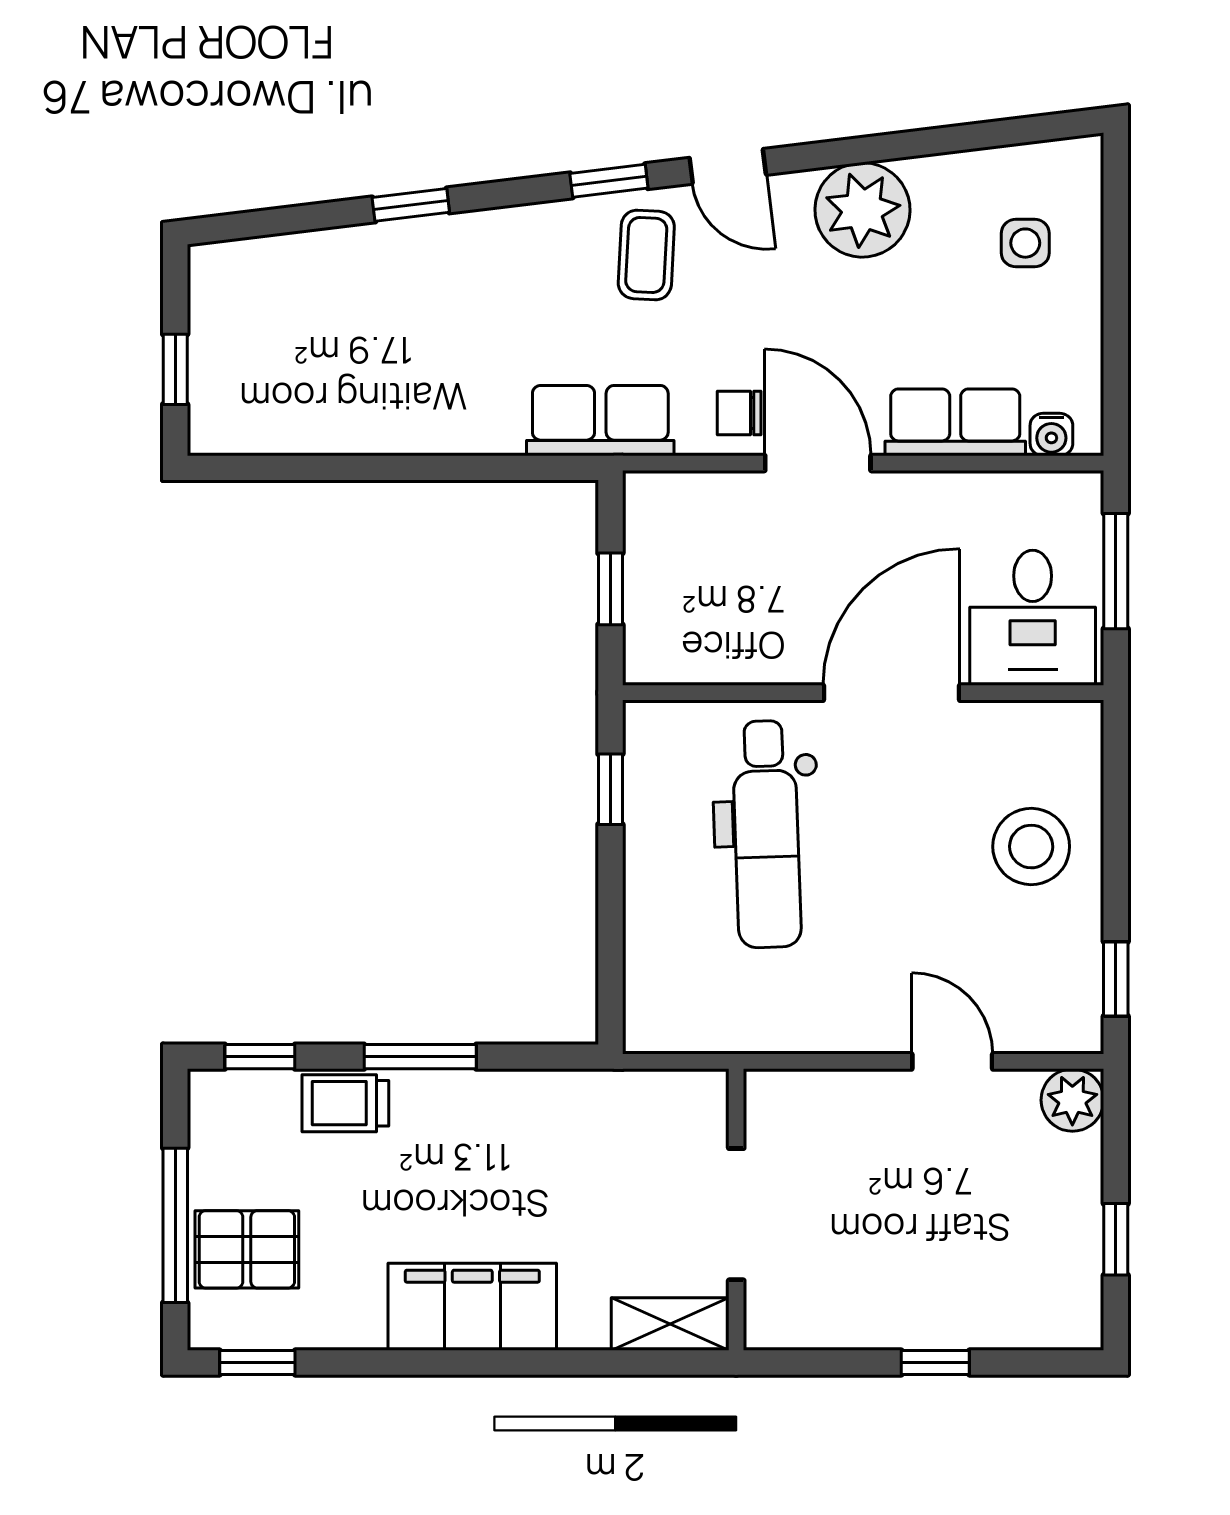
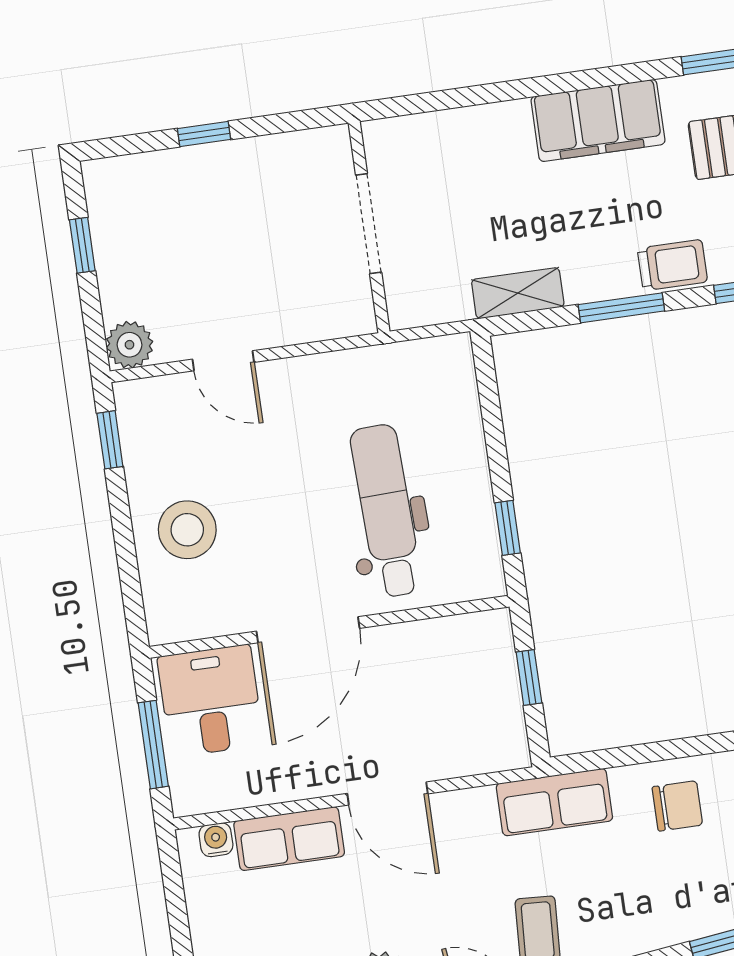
chair: (739, 413) -> (677, 806), moved, width x1.37, depth x1.37
filing cabinet: (472, 1307) -> (598, 120), moved
shelving: (670, 1324) -> (518, 293), moved

